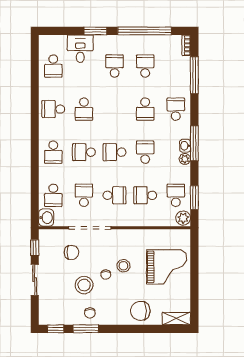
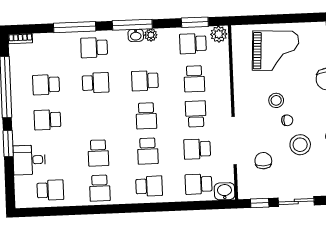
window: (194, 75) -> (75, 27), moved
school desk: (84, 109) -> (98, 153), turned 90
school desk: (53, 195) -> (199, 184), turned 180
grand piano: (167, 267) -> (276, 51), turned 93

